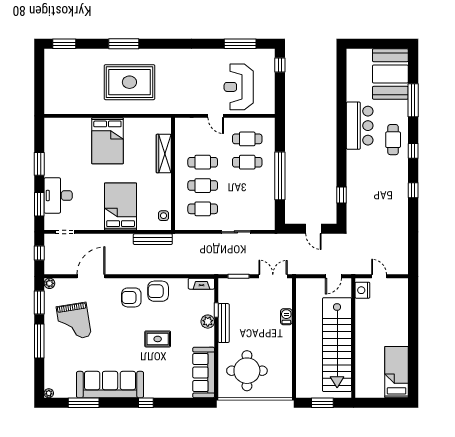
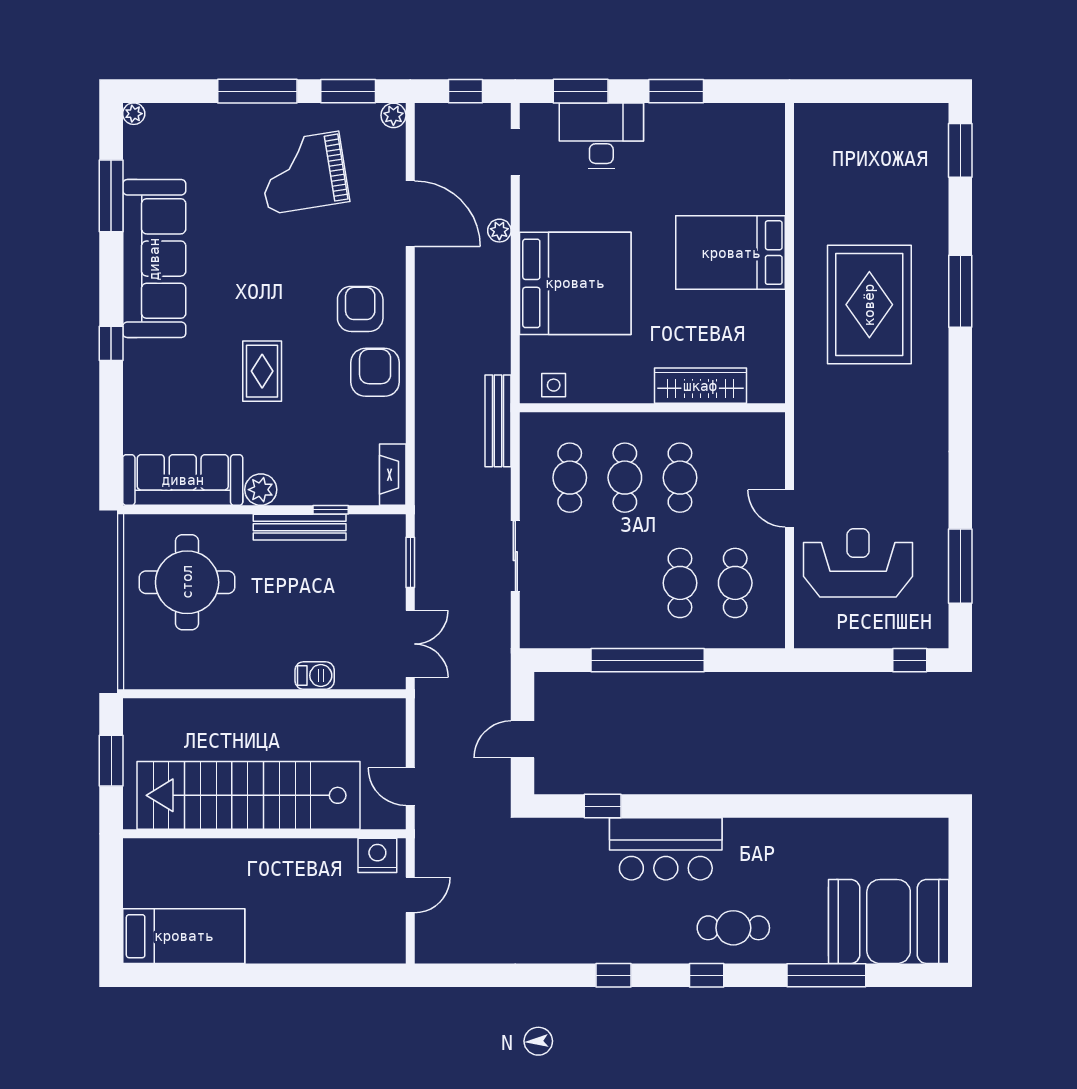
door: (216, 116) -> (790, 508), hinge flipped
bar counter: (360, 126) -> (666, 849), moved
bed: (121, 206) -> (575, 283), width x1.36
plant: (98, 239) -> (499, 231), added
bench: (153, 239) -> (498, 421), moved
plant: (208, 322) -> (261, 490), moved

